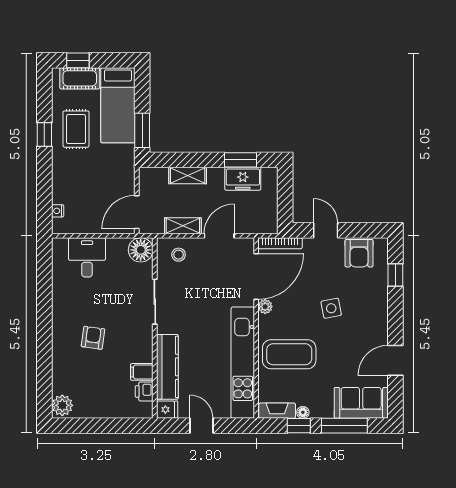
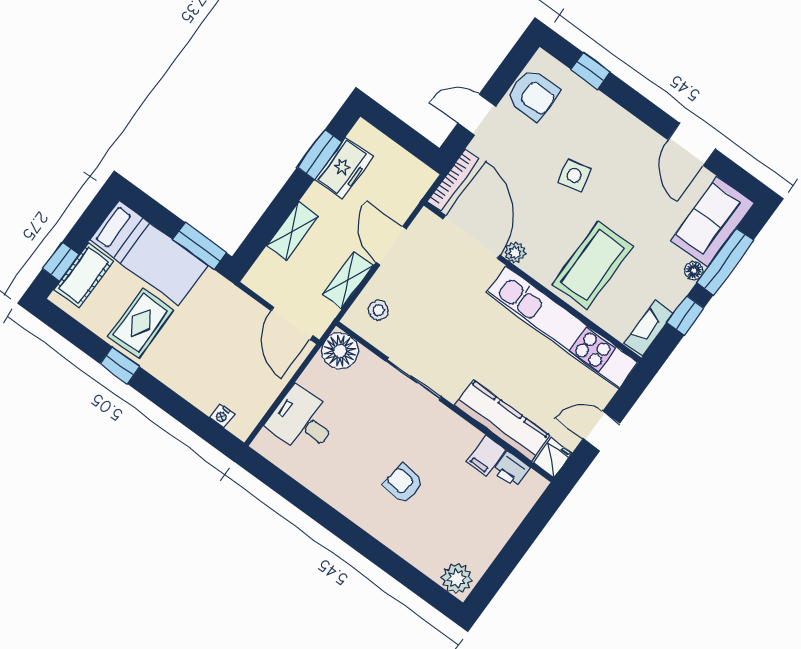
rug: (76, 129) -> (141, 323), turned 90
floor lamp: (303, 412) -> (694, 271), moved

